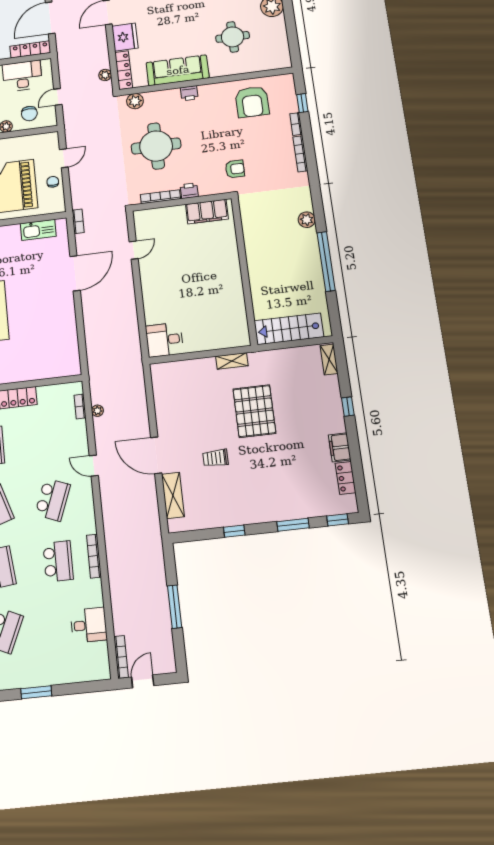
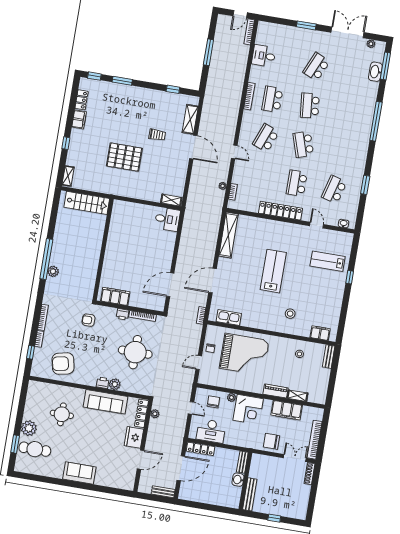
door: (58, 97) -> (191, 408), hinge flipped
plant: (135, 101) -> (115, 384), moved
armchair: (252, 102) -> (63, 364), turned -102
door: (134, 250) -> (170, 285), width x1.87
window: (326, 261) -> (46, 259), moved
shelving: (70, 343) -> (229, 235), added
shelving: (232, 361) -> (171, 200), moved
pallet: (254, 411) -> (124, 157), turned 90
window: (234, 531) -> (173, 89), moved

